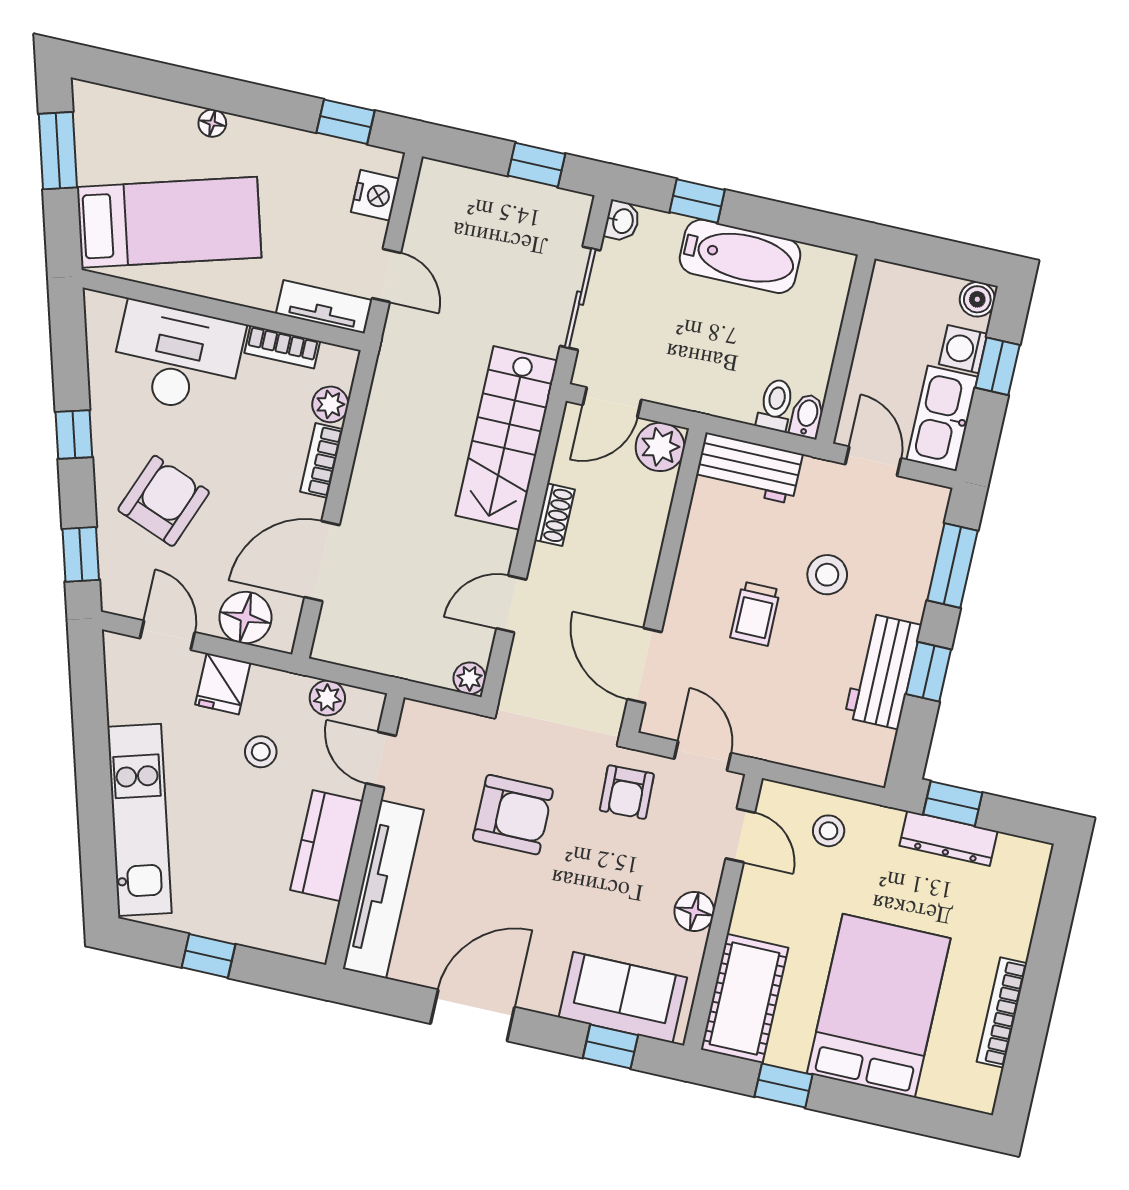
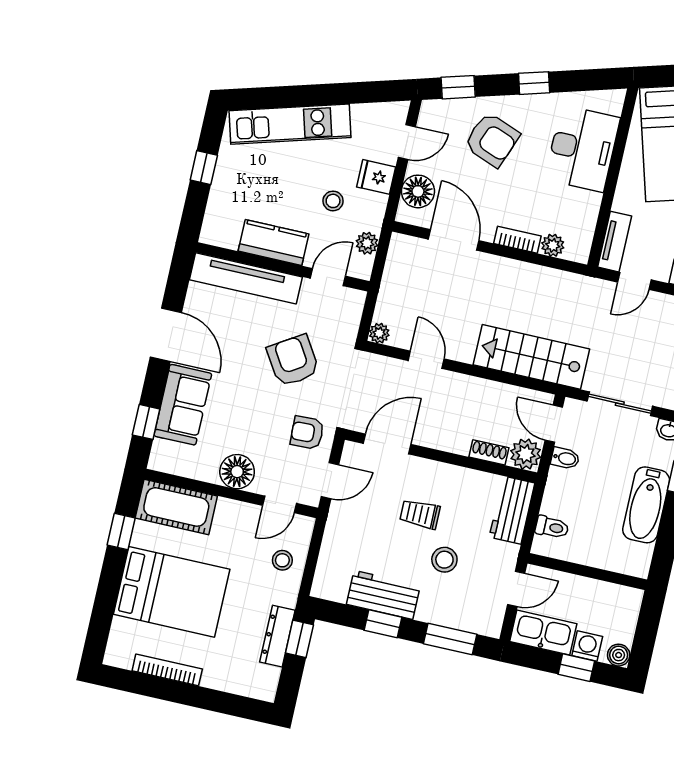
bookcase: (282, 347) -> (589, 215), removed
bidet: (807, 416) -> (565, 458), moved
shoe rack: (555, 515) -> (489, 452), moved, turned 180
armchair: (513, 815) -> (293, 360), turned 148
floor lamp: (694, 911) -> (237, 472), width x1.38, depth x1.38
sofa: (623, 997) -> (183, 405), moved

